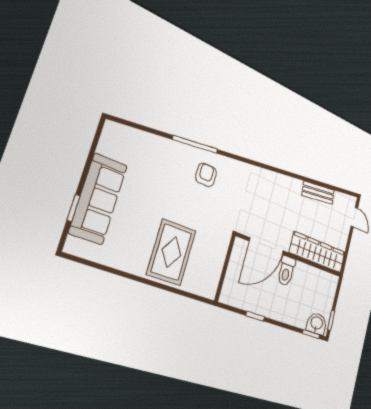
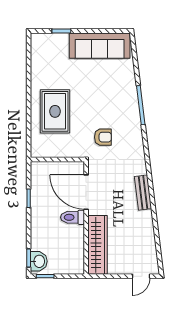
armchair: (206, 175) -> (103, 137), moved
bench: (318, 193) -> (143, 193), moved
sofa: (98, 199) -> (100, 46), moved
rug: (171, 252) -> (55, 111), turned 90

